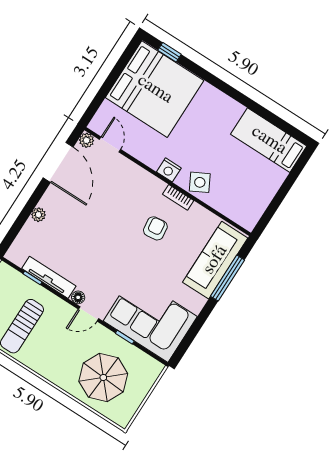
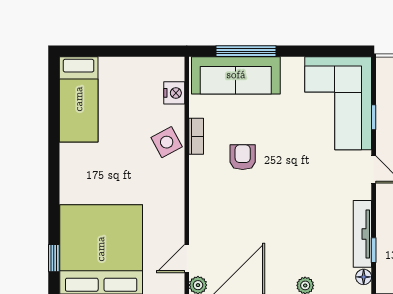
nightstand: (169, 170) -> (174, 93), moved
bookcase: (178, 197) -> (196, 136), moved
armchair: (155, 228) -> (243, 157), turned 97
floor lamp: (78, 297) -> (364, 277), moved

